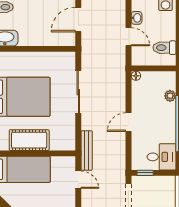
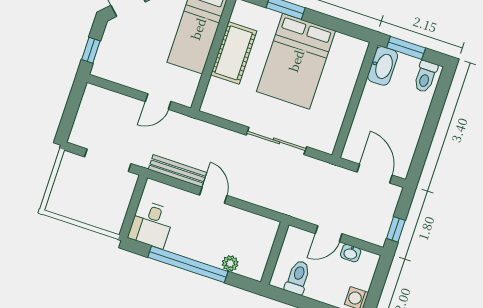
floor lamp: (136, 76) -> (273, 226), removed
bench: (87, 150) -> (178, 171), moved
window: (145, 173) -> (137, 195), removed

